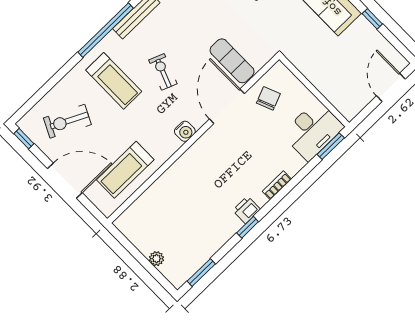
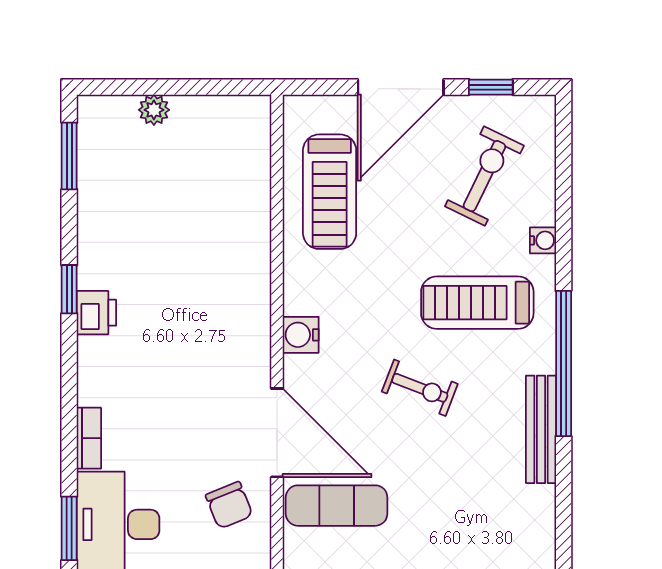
water cooler: (70, 79) -> (543, 240), added
window: (24, 139) -> (491, 87), moved
treadmill: (125, 170) -> (330, 192), turned 180
bookcase: (277, 185) -> (89, 438), moved

